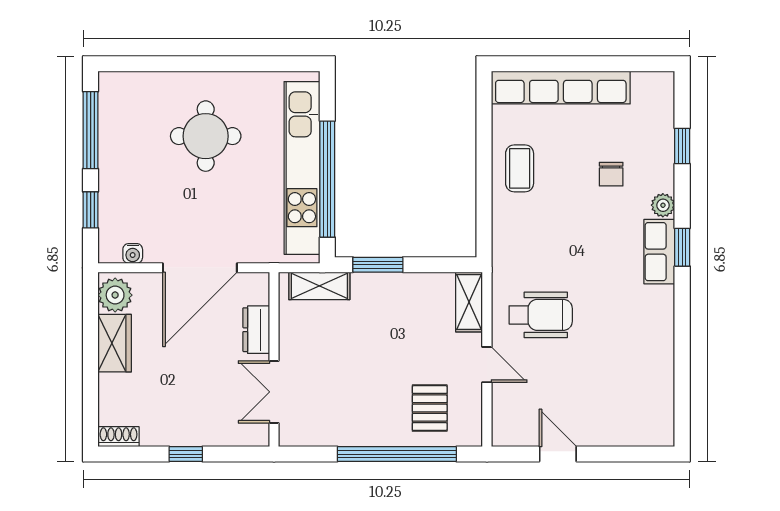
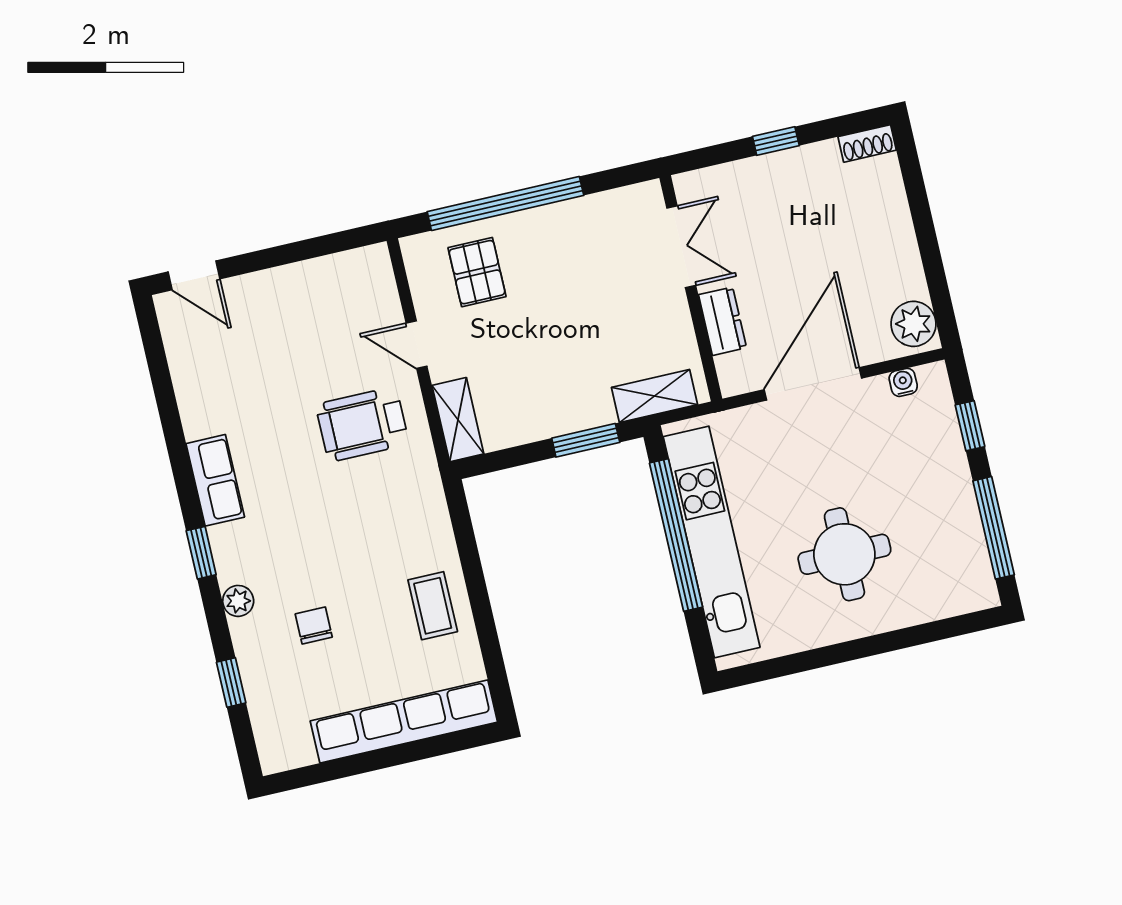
row of seats: (659, 252) -> (215, 480), moved
wardrobe: (115, 343) -> (900, 262), removed
door: (558, 454) -> (194, 275), moved

